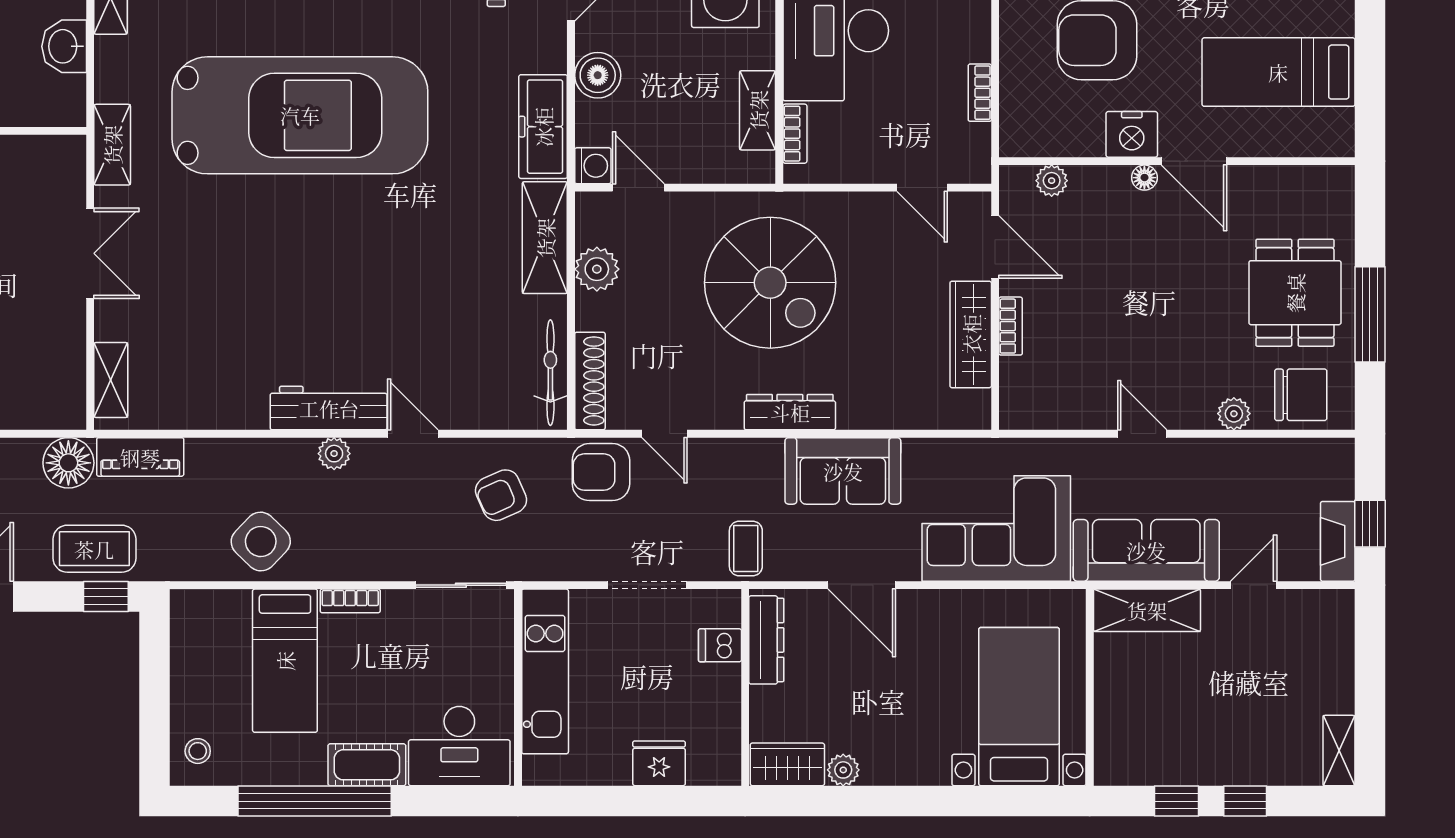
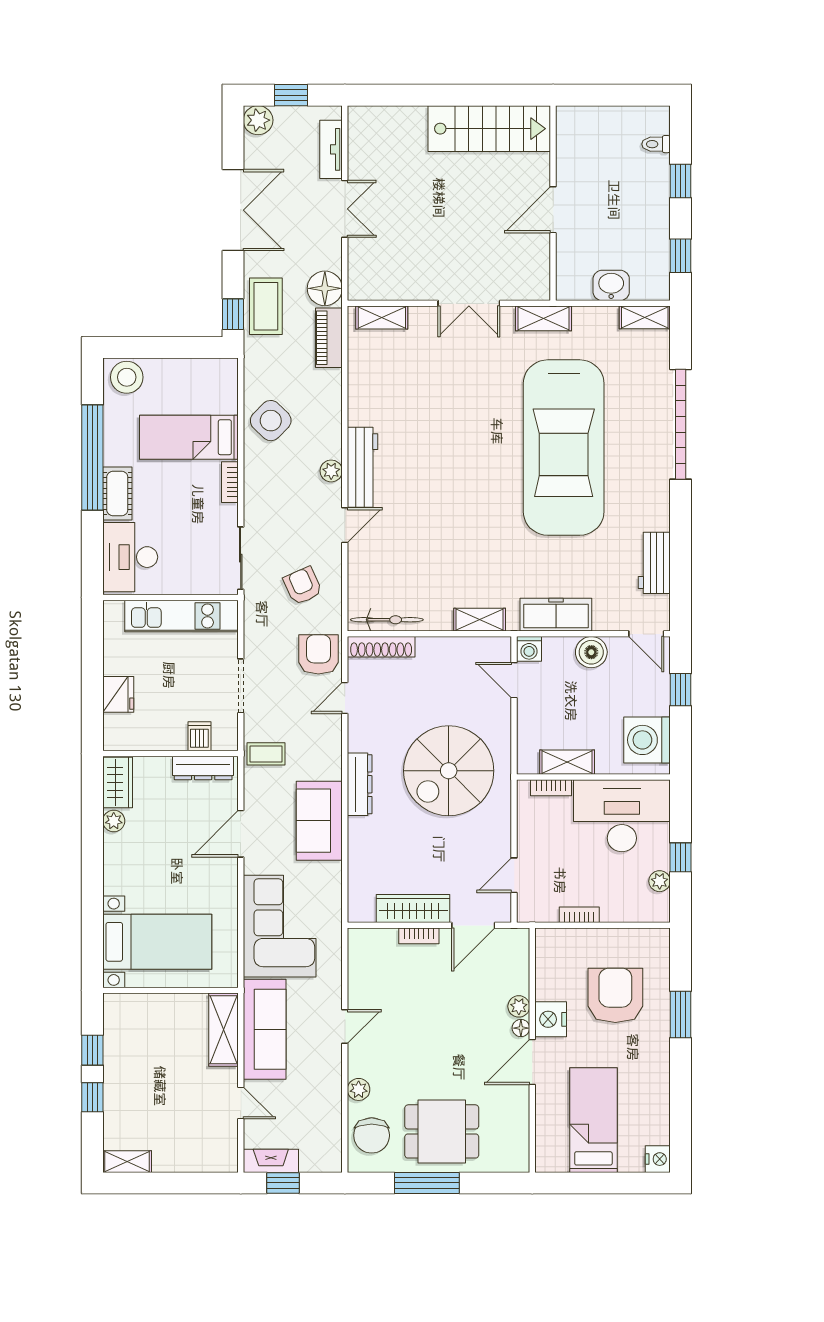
plant: (1052, 181) -> (519, 1006), moved
door: (638, 188) -> (514, 680), swing flipped
shelving: (545, 238) -> (480, 620), width x0.67, depth x0.75
plant: (597, 269) -> (458, 652), removed
stool: (198, 751) -> (127, 377), width x1.89, depth x1.89

